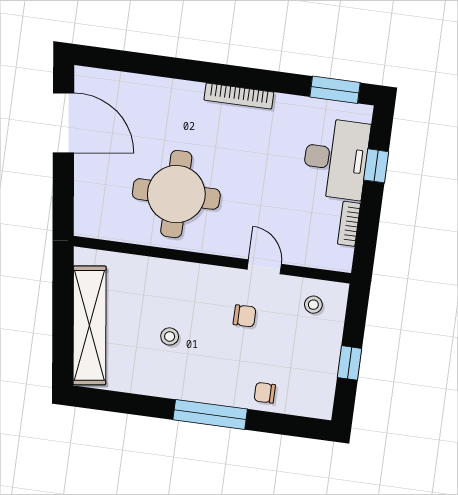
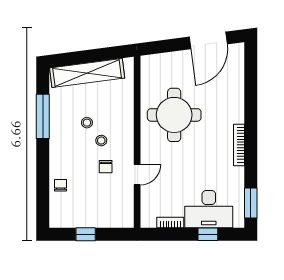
stool: (313, 305) -> (101, 141), moved
window: (210, 414) -> (43, 116), moved

